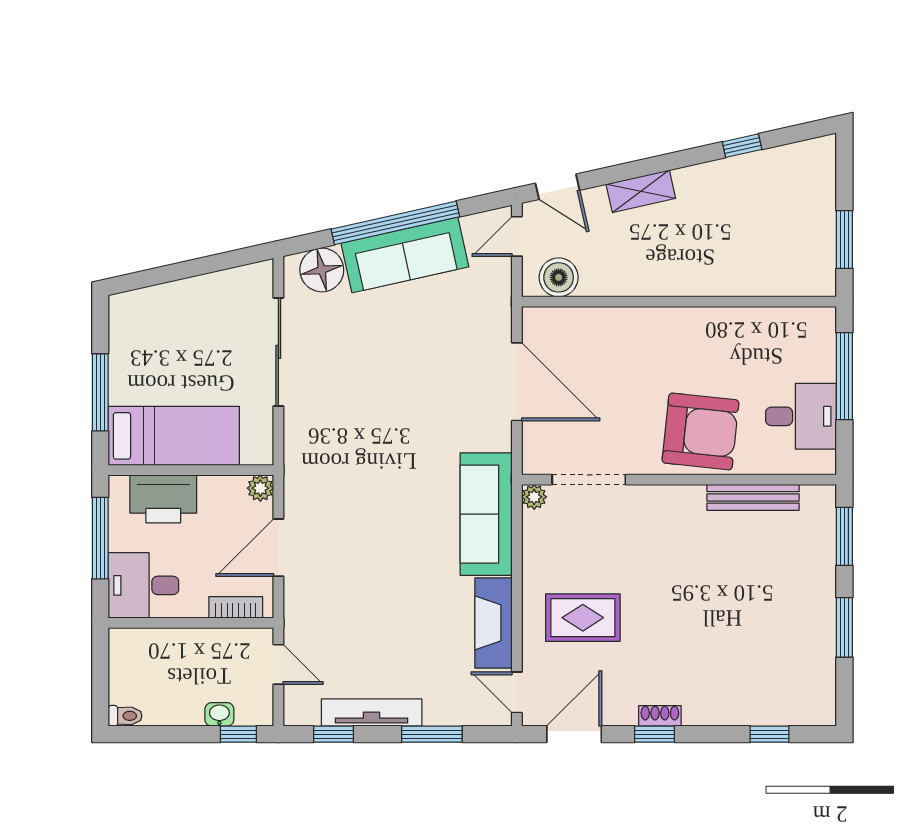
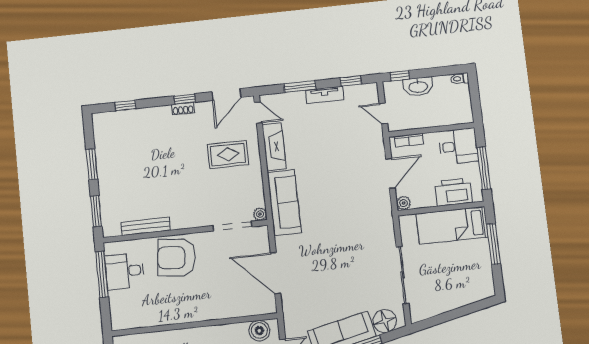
window: (844, 376) -> (102, 274), moved
tv unit: (372, 713) -> (325, 95), width x0.71
washbasin: (219, 714) -> (418, 87), width x1.91, depth x1.45

